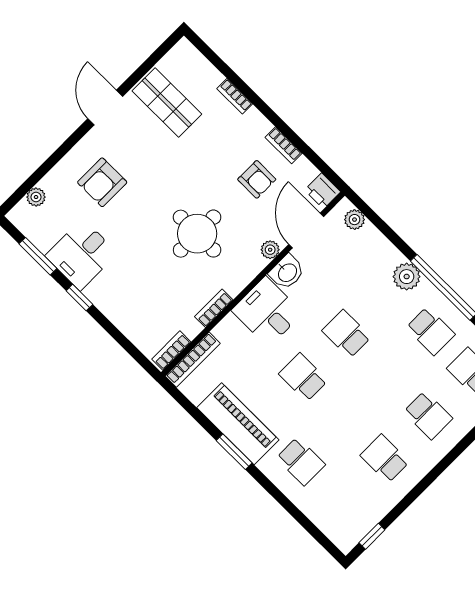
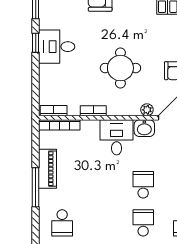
desk: (81, 255) -> (57, 47), moved
school desk: (303, 377) -> (143, 223), moved
piano: (238, 424) -> (47, 169), width x0.73, depth x0.75
window: (234, 452) -> (36, 187), width x1.44

